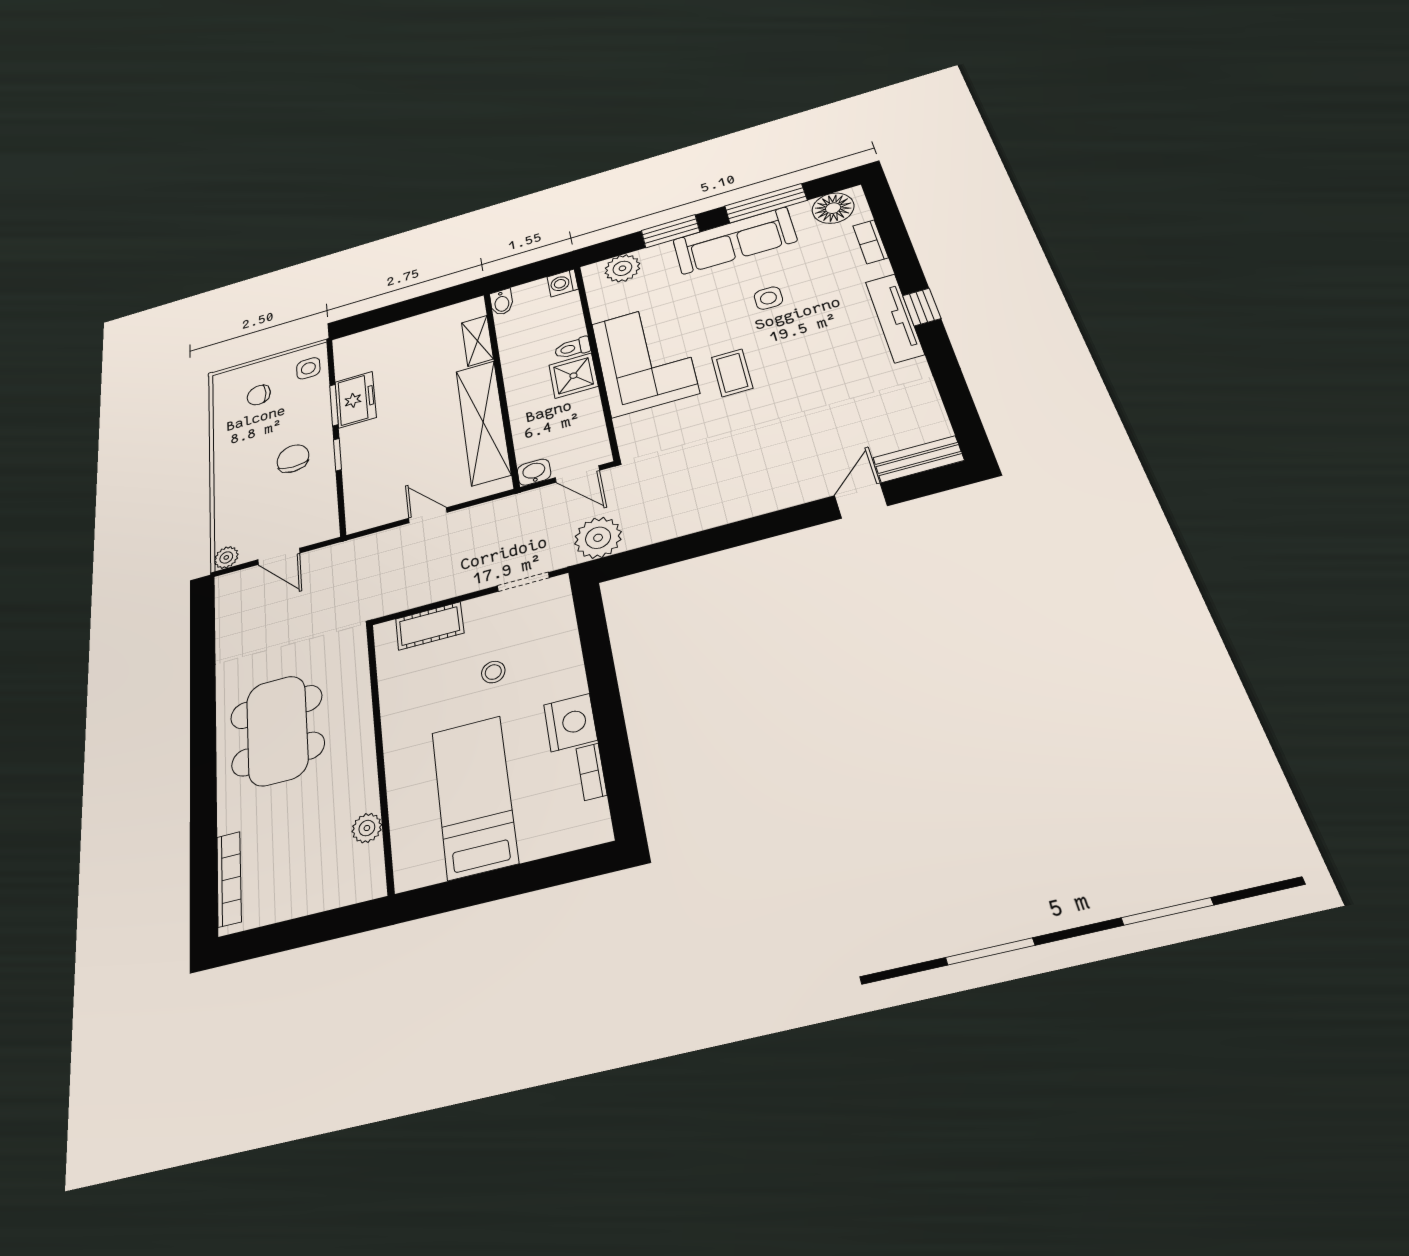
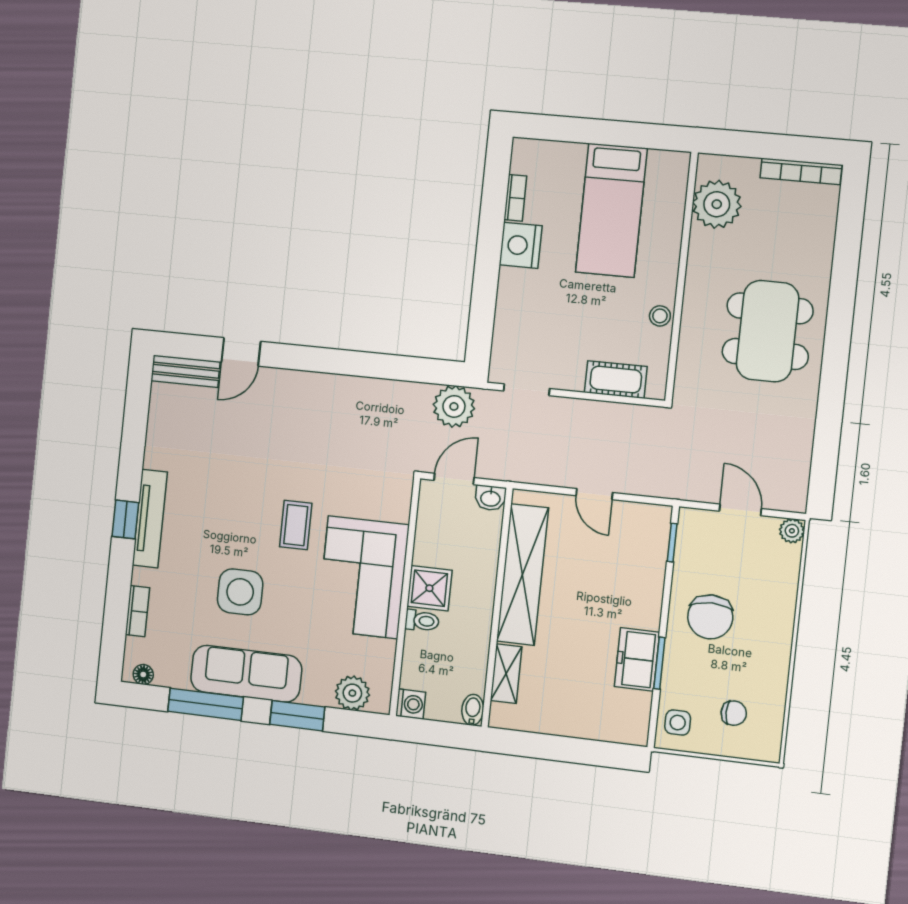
floor lamp: (833, 208) -> (143, 675), width x0.53, depth x0.53
side table: (768, 298) -> (240, 592), width x1.87, depth x1.87
window: (337, 455) -> (672, 543), moved
chair: (293, 459) -> (710, 617), width x1.37, depth x1.37
door: (577, 474) -> (454, 479), hinge flipped
stool: (493, 672) -> (660, 316), moved
plant: (367, 828) -> (717, 204), width x1.87, depth x1.87
bookcase: (229, 879) -> (801, 171), moved, turned -90

